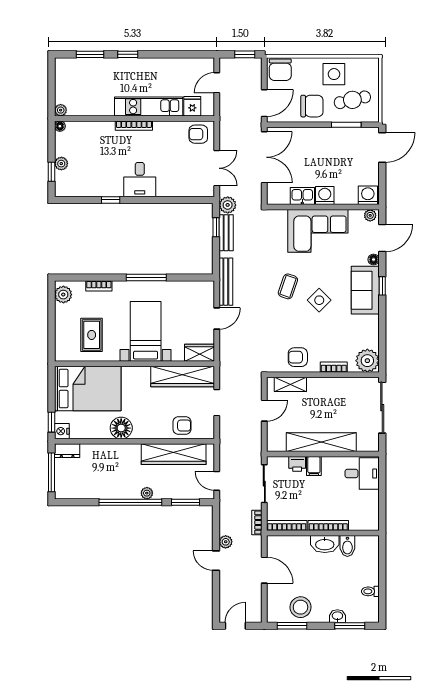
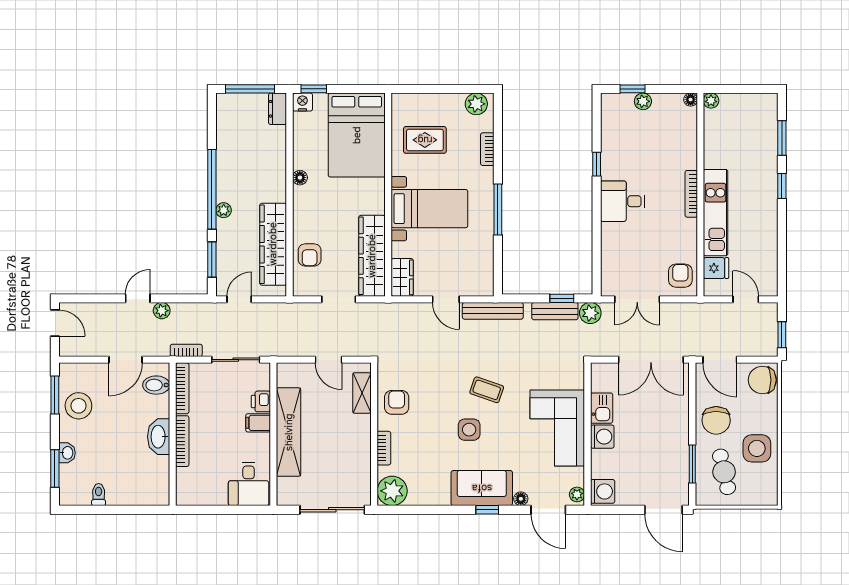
side table: (319, 300) -> (469, 430), turned 45
floor lamp: (121, 428) -> (300, 178), width x0.53, depth x0.53
bidet: (347, 546) -> (156, 385), moved

